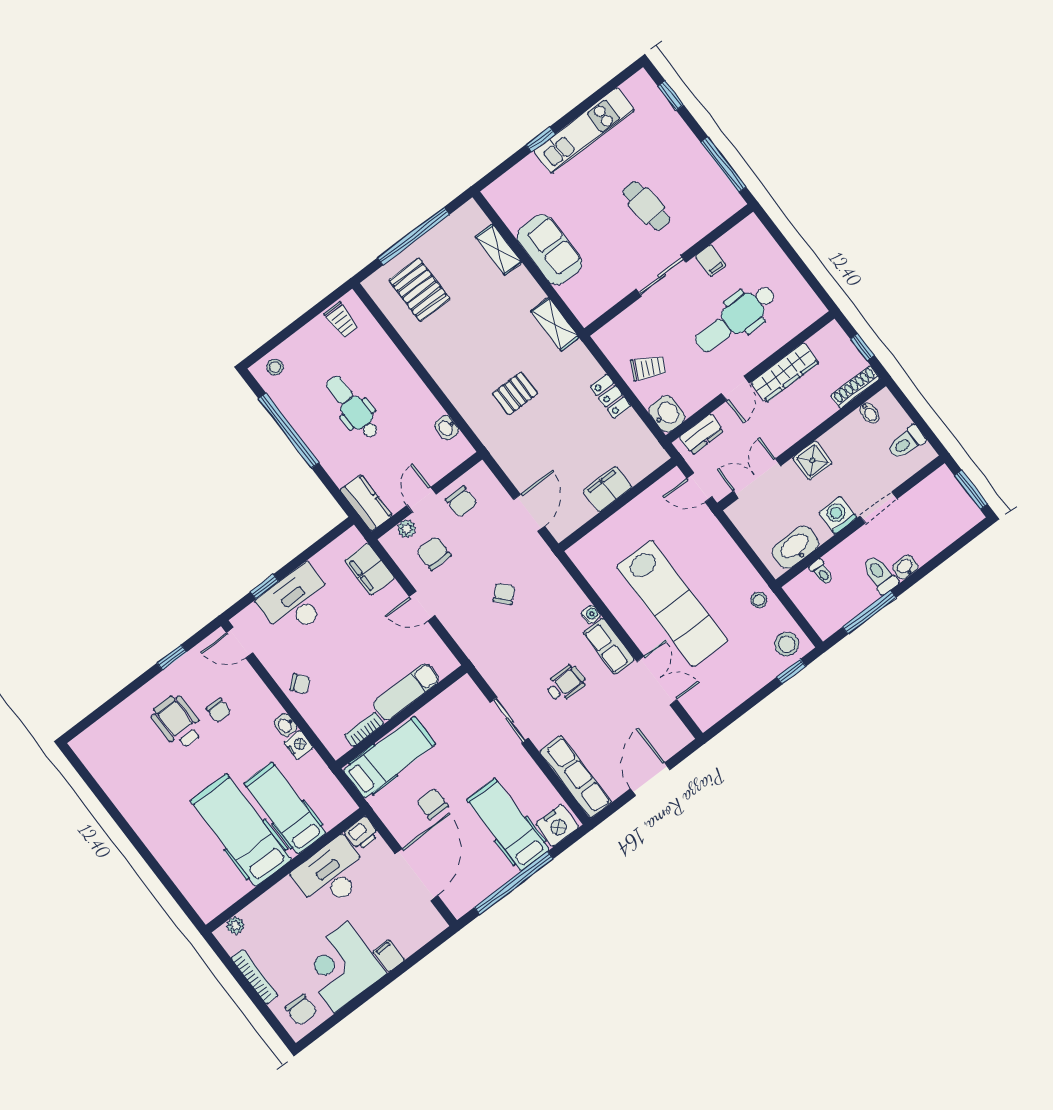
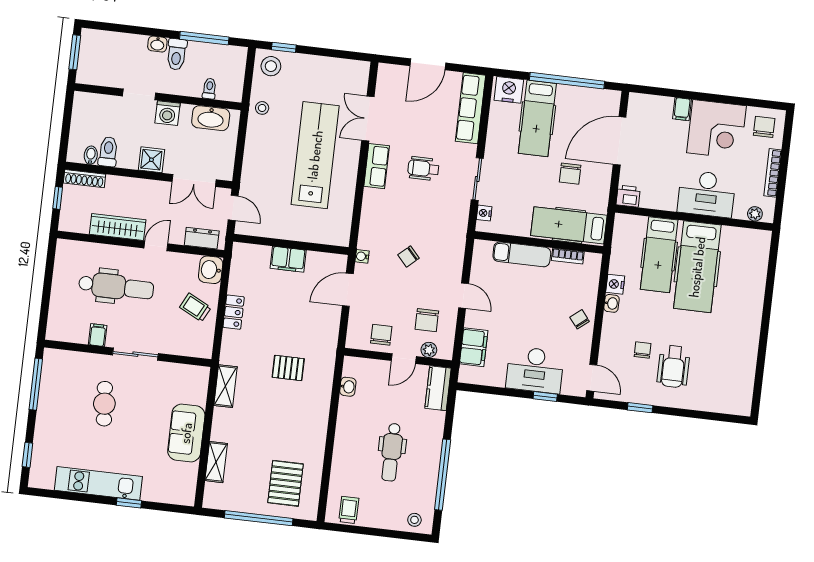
toilet: (906, 443) -> (108, 152), moved, turned -90
water cooler: (591, 614) -> (362, 256), moved
nightstand: (474, 696) -> (484, 213), added
desk: (331, 874) -> (706, 194), moved

